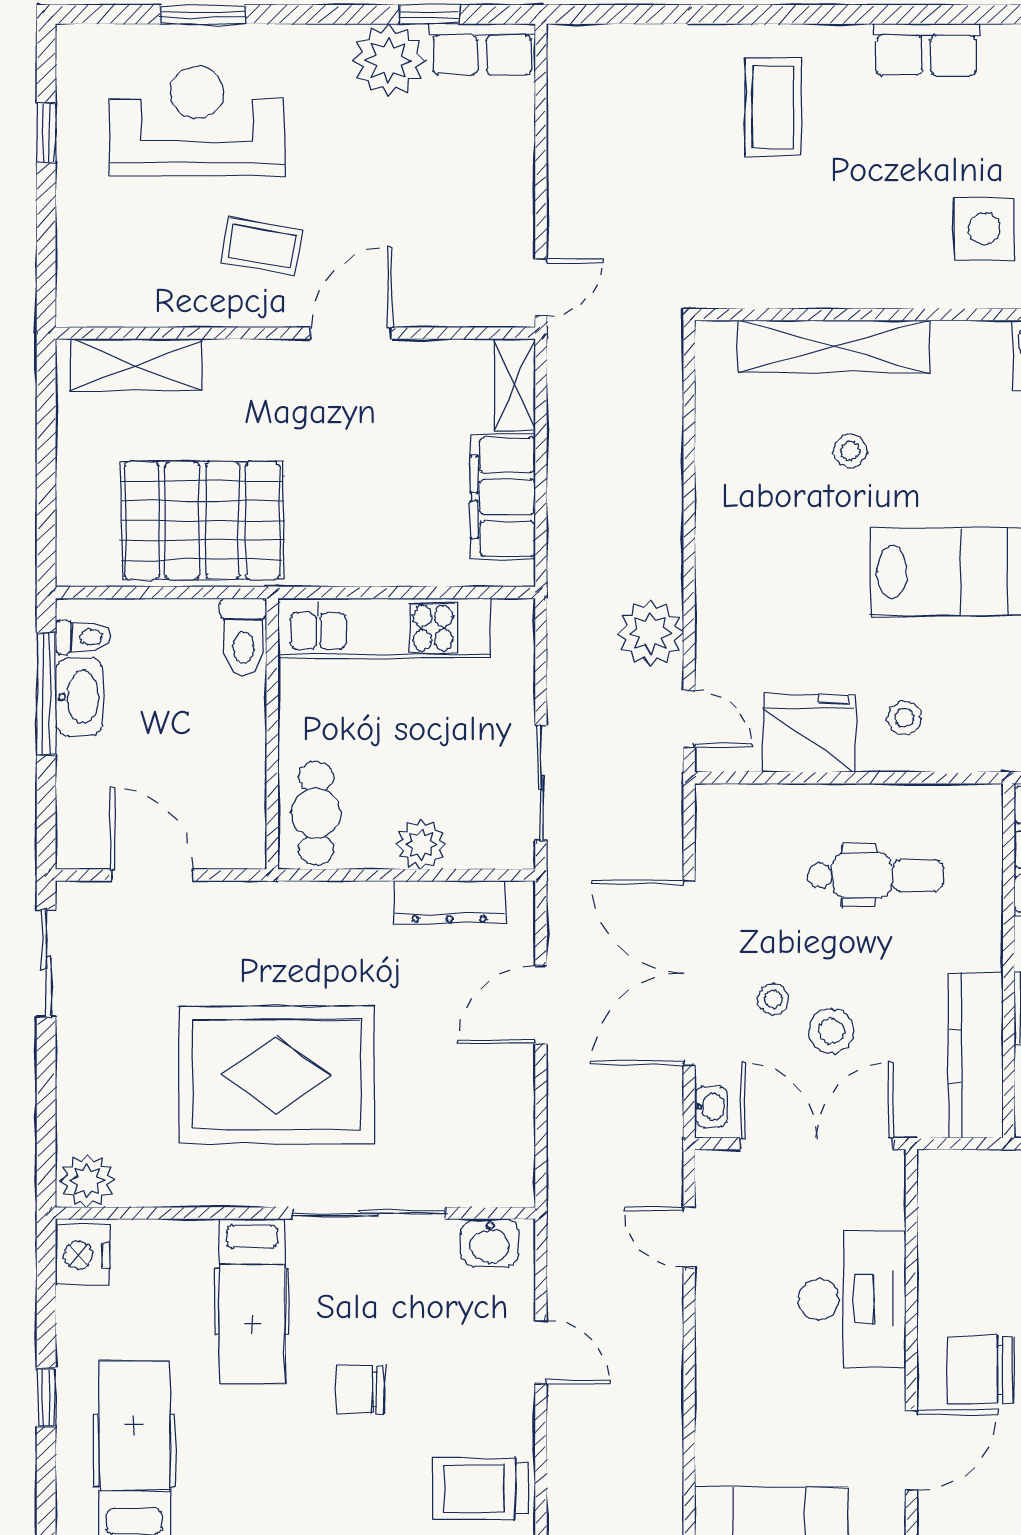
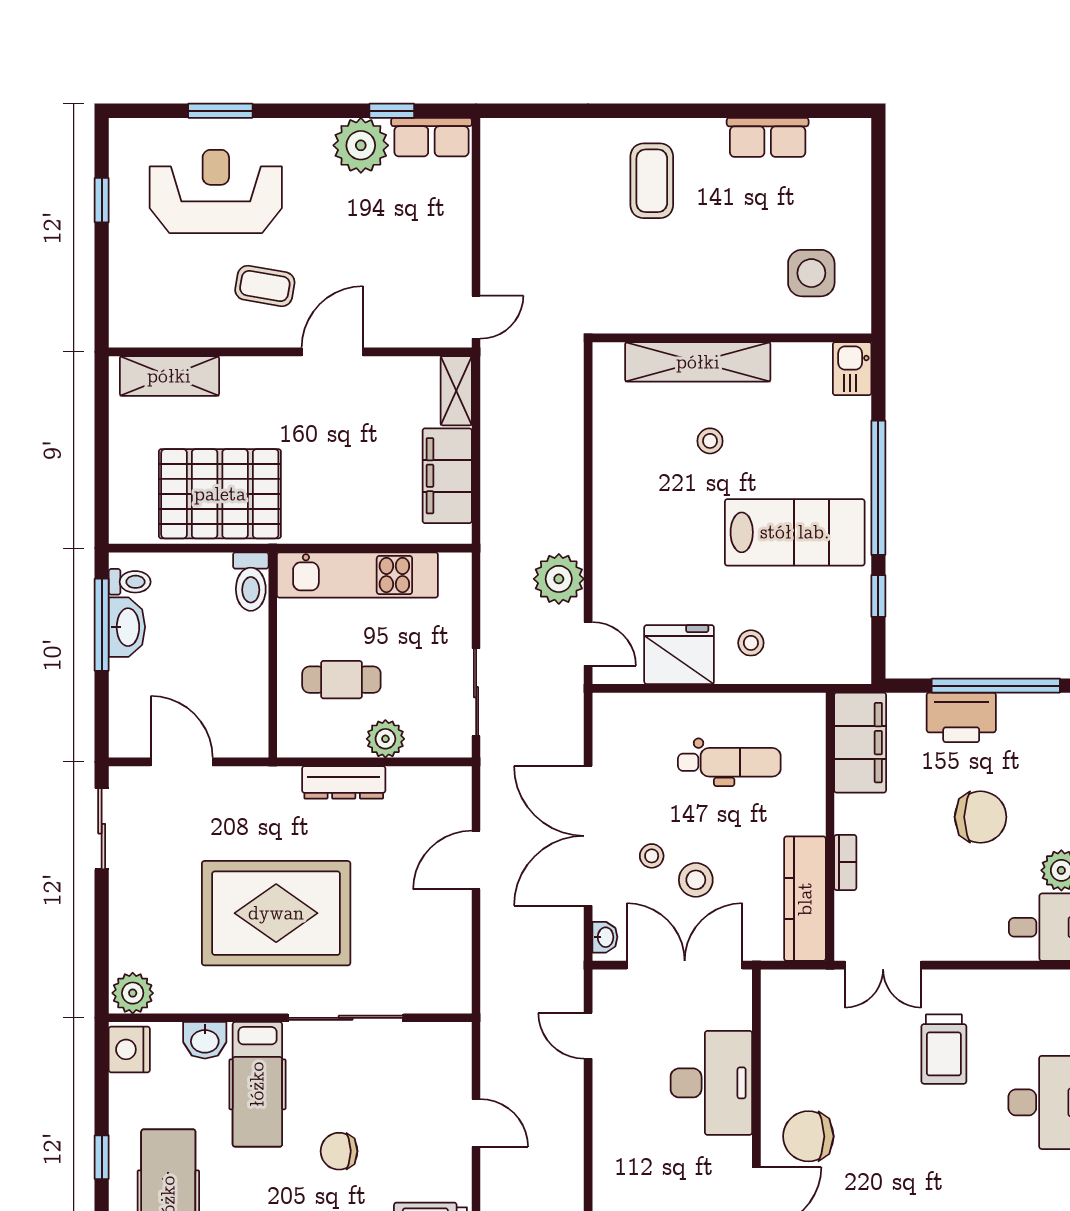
cafe table: (316, 813) -> (341, 680), moved, turned 90
dresser: (449, 902) -> (344, 782), moved
washbasin: (490, 1243) -> (205, 1040), moved

